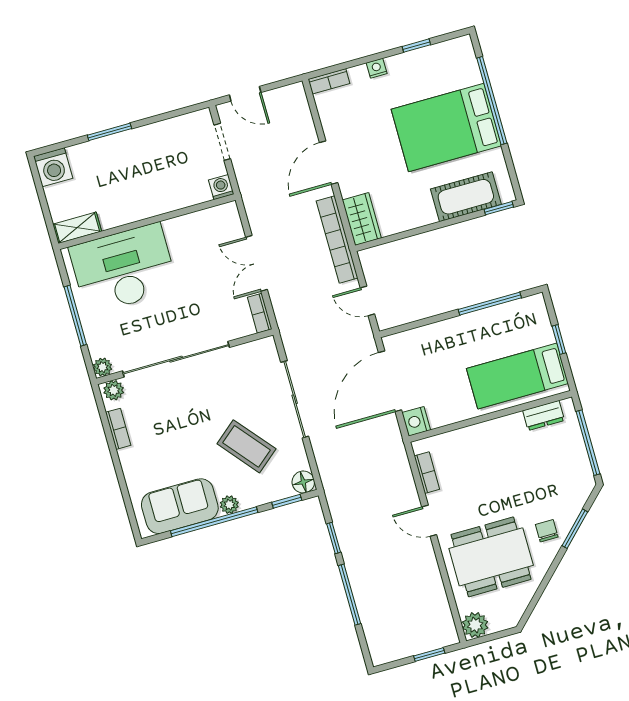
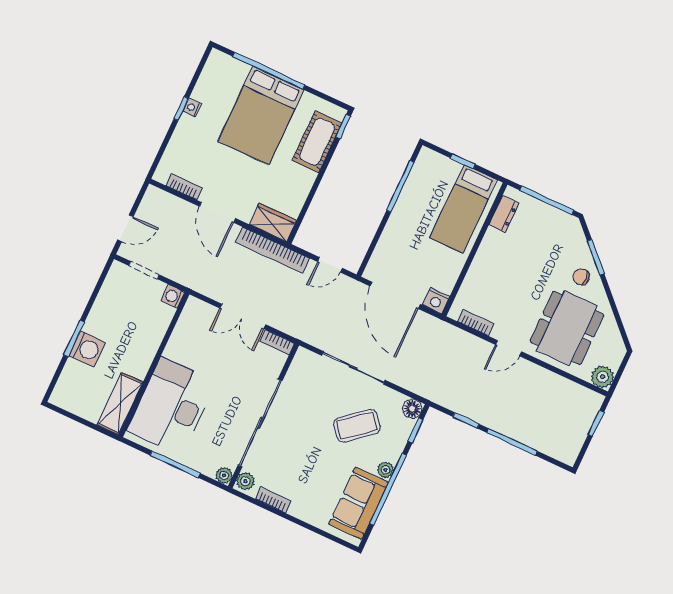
window: (416, 46) -> (181, 108), moved
nightstand: (377, 68) -> (192, 108), moved
bookcase: (329, 81) -> (184, 187), moved, turned -90
washing machine: (53, 167) -> (87, 349), moved
shelving: (77, 228) -> (120, 404), width x1.50, depth x1.33

